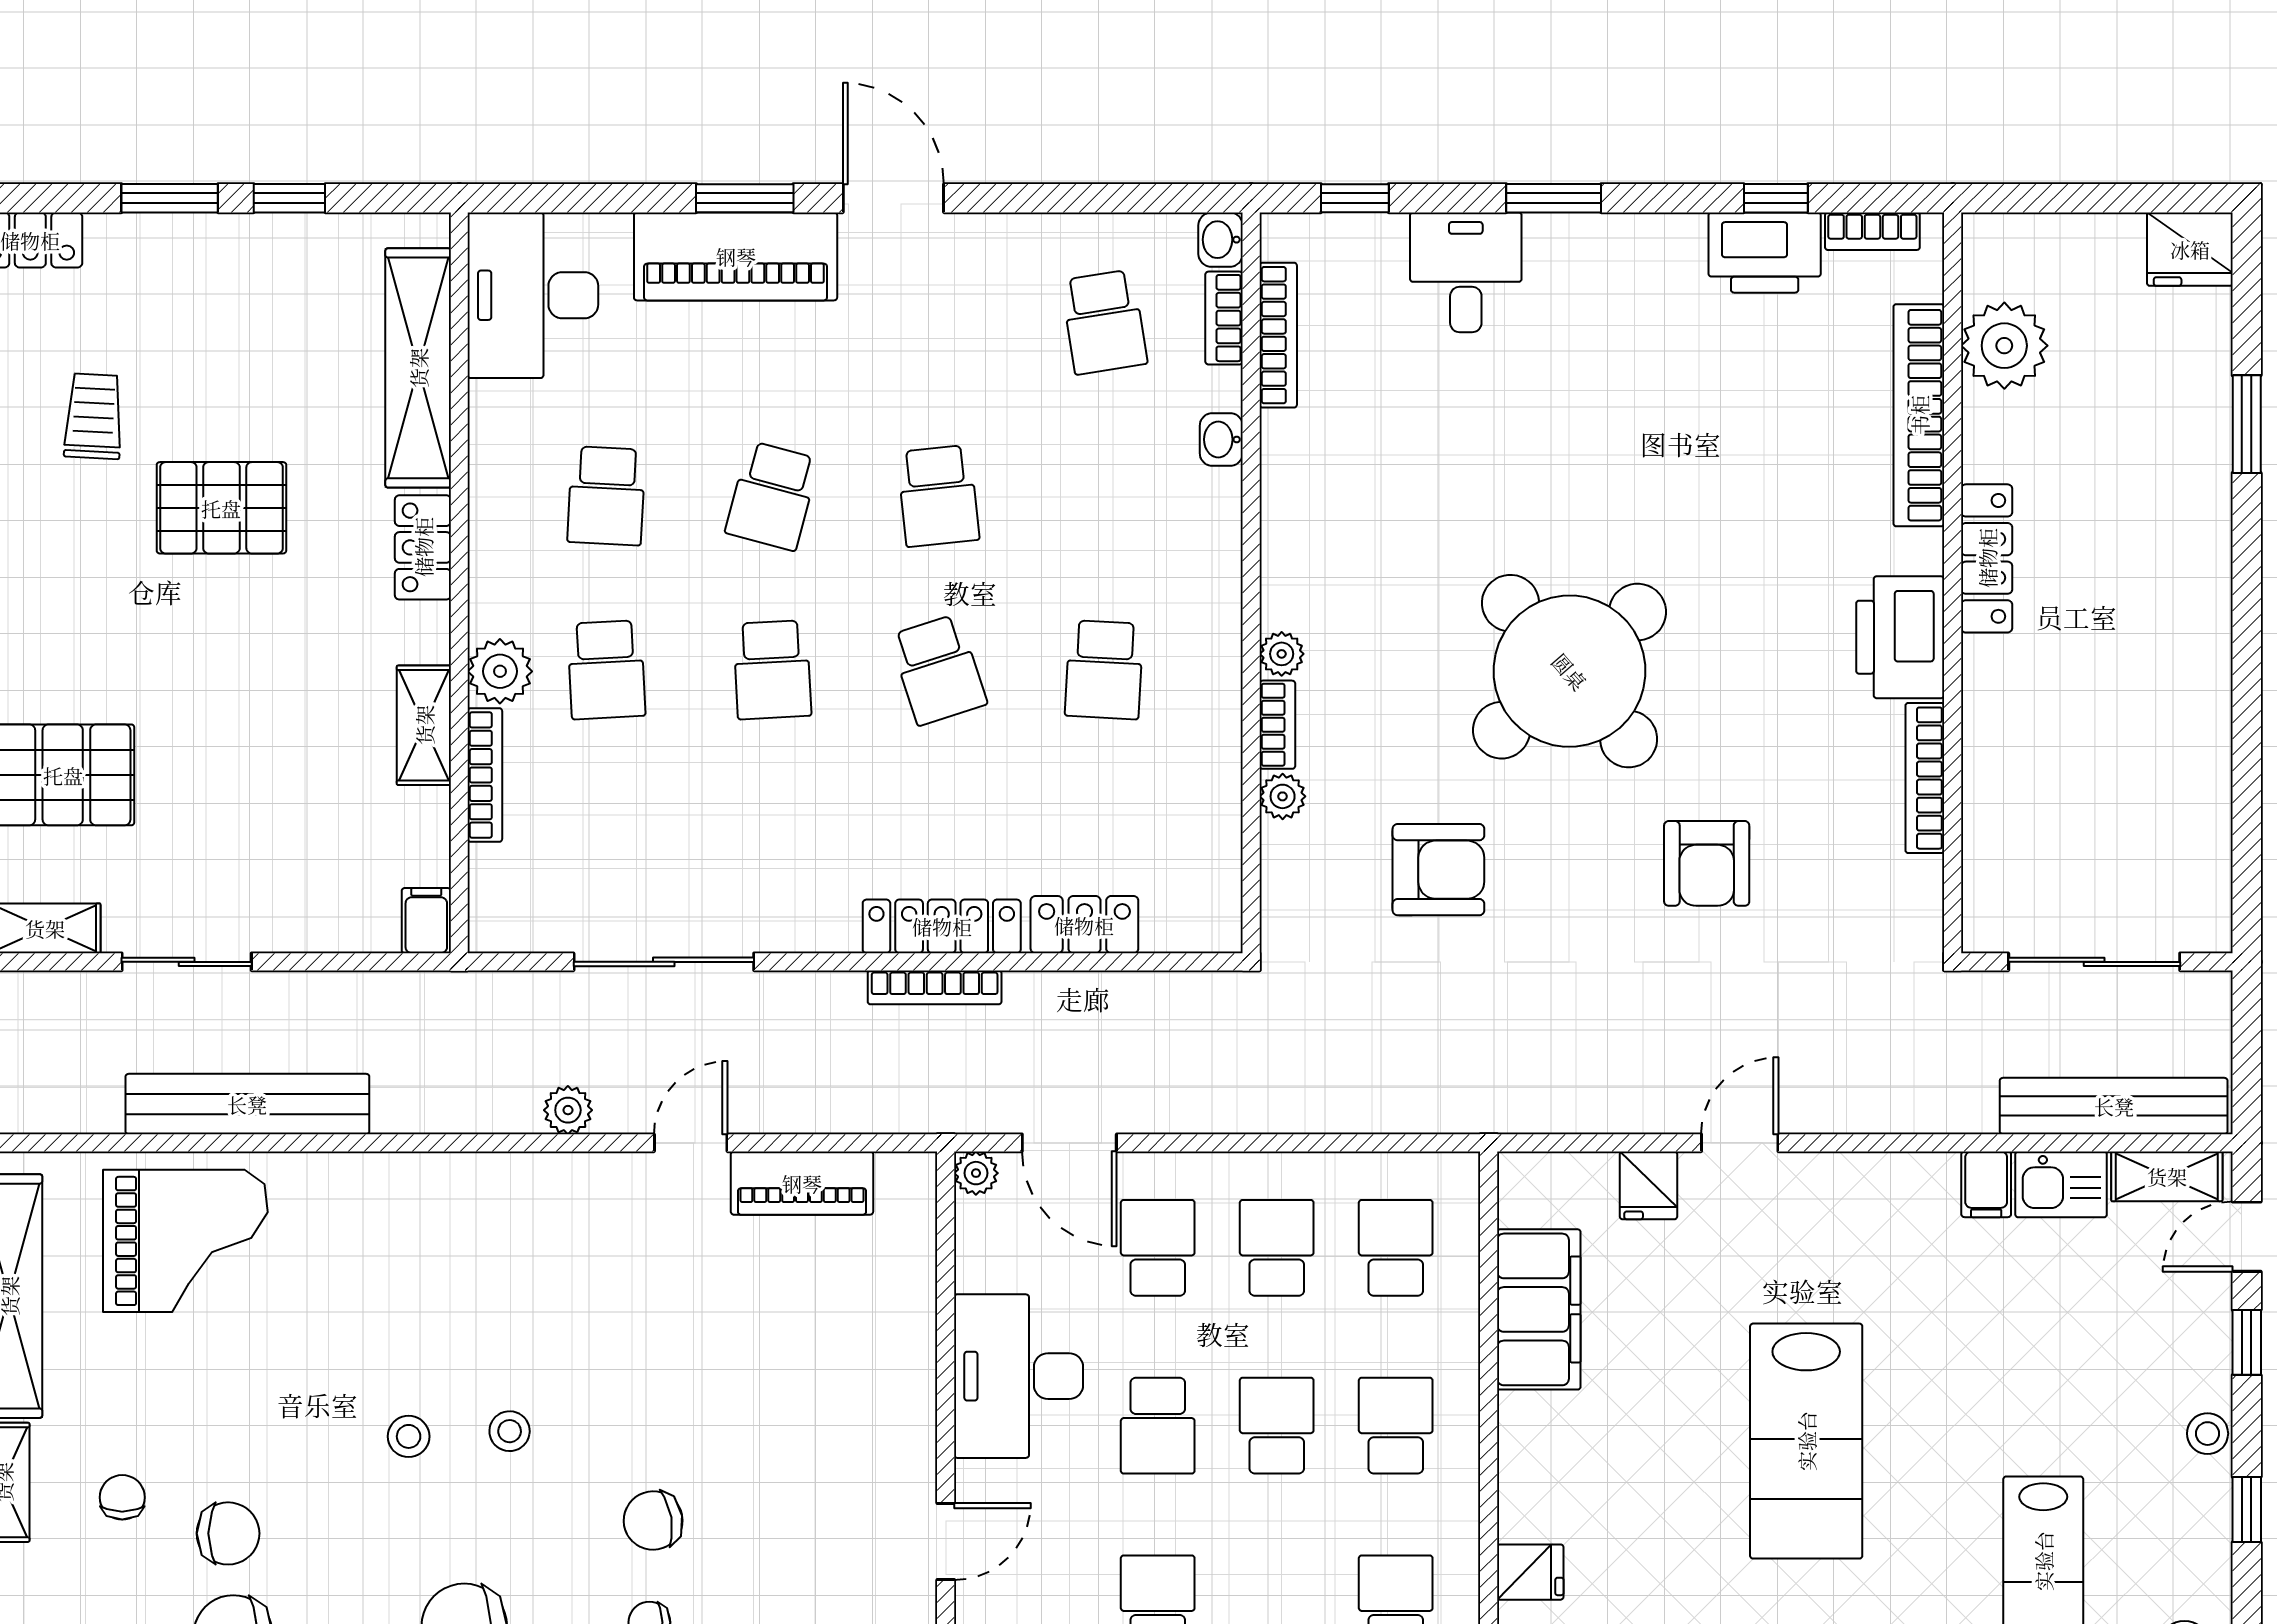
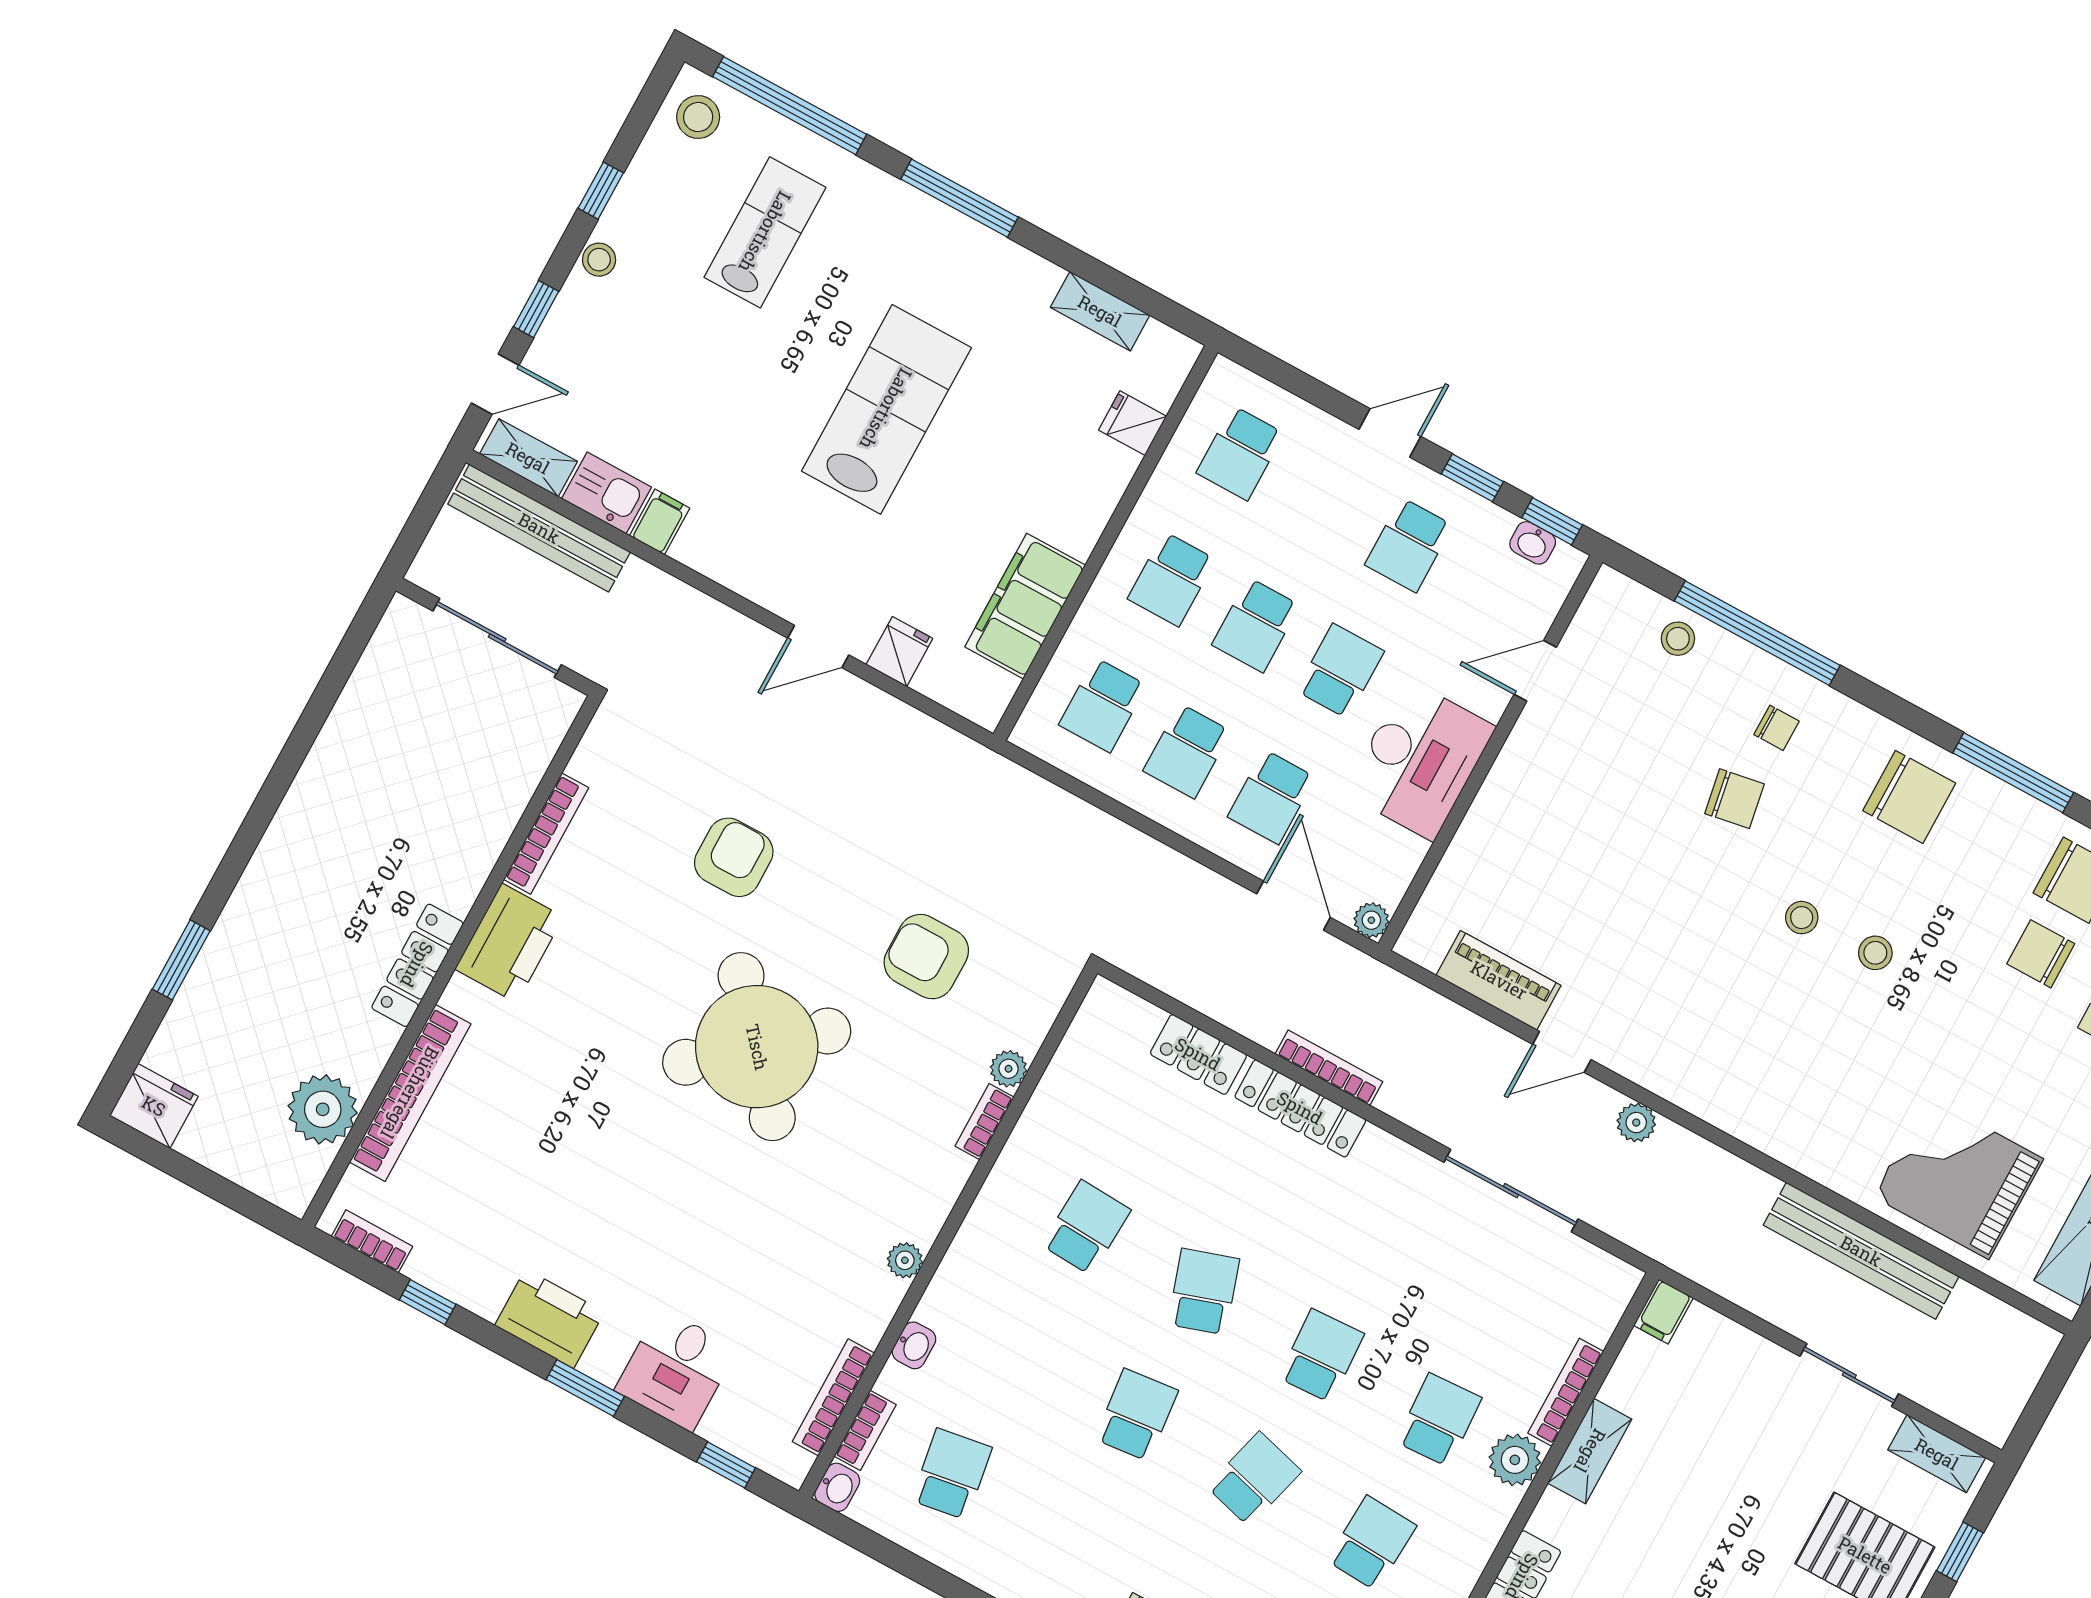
printer: (1765, 253) -> (550, 1319), moved
plant: (1282, 654) -> (905, 1260), moved

